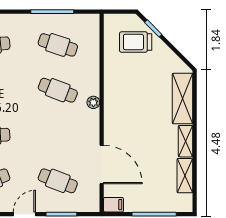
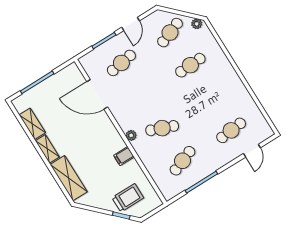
cafe table: (58, 45) -> (182, 161), turned -39
cafe table: (58, 181) -> (121, 63), turned -30
filing cabinet: (113, 205) -> (124, 156), moved

